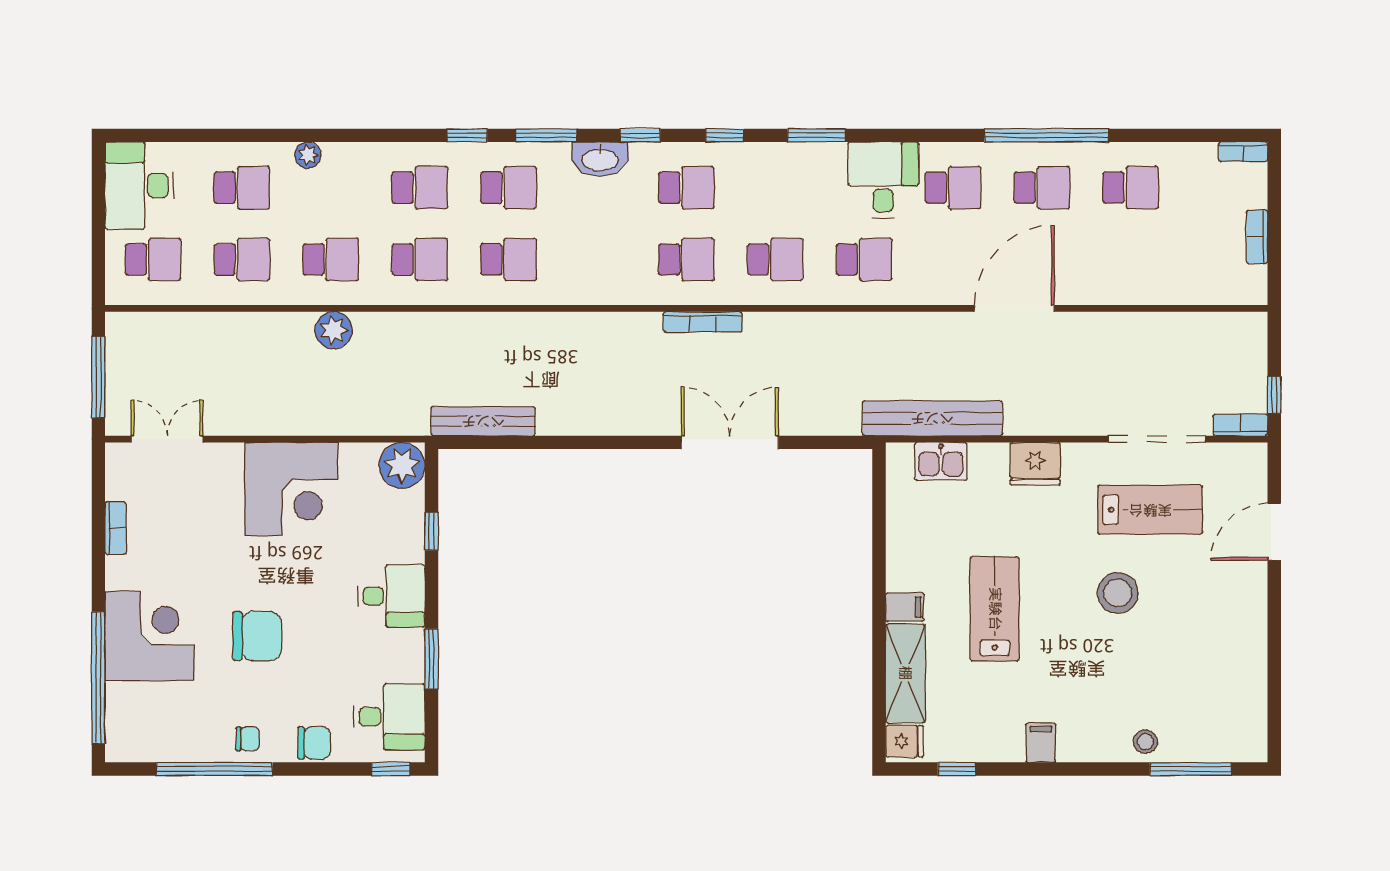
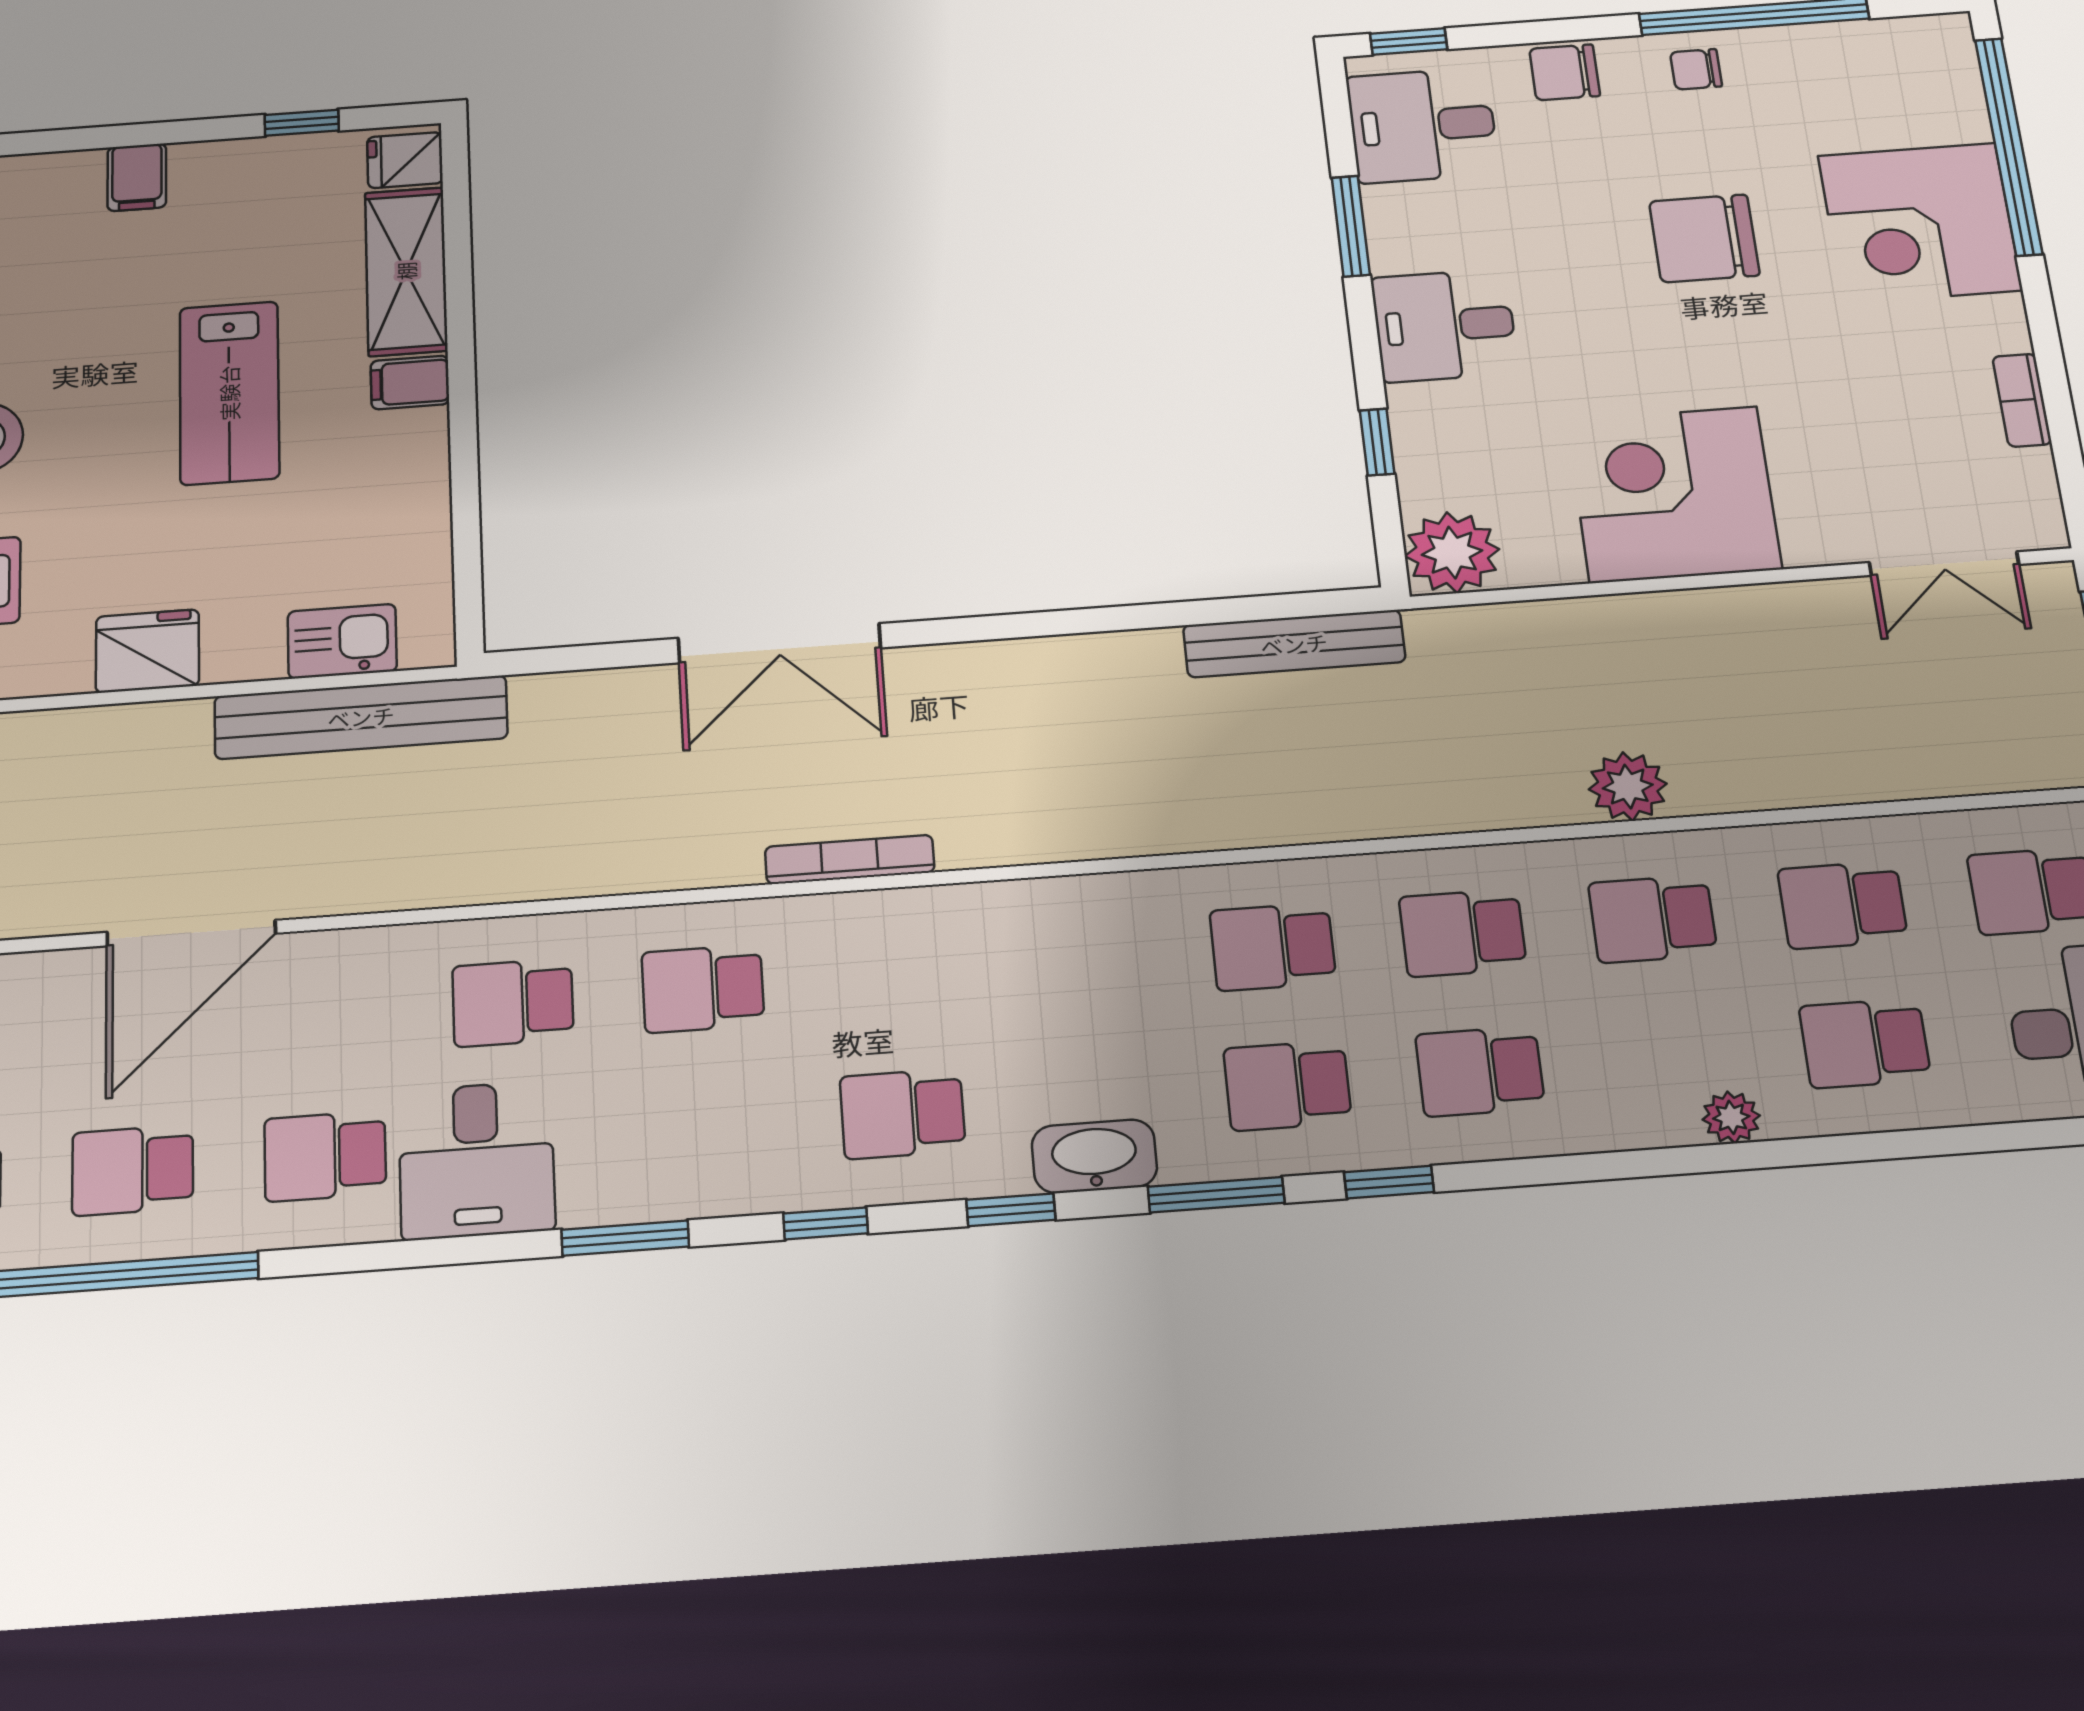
school desk: (686, 259) -> (893, 975), removed

